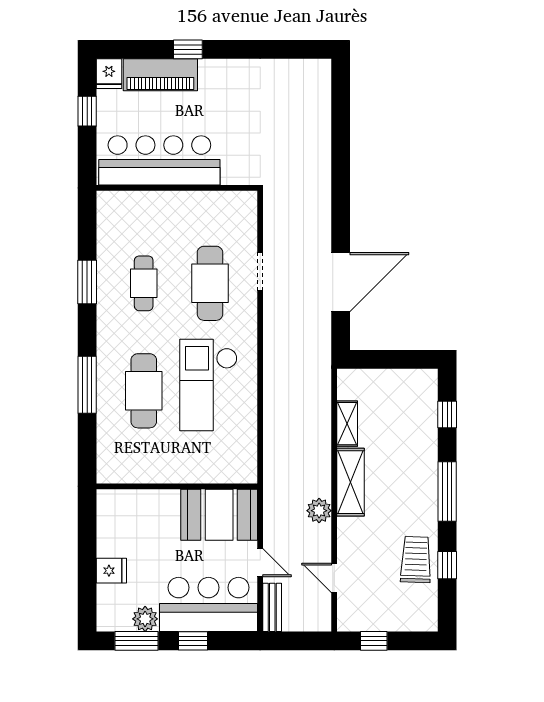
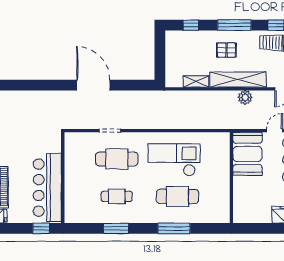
window: (87, 111) -> (41, 228), moved
door: (341, 282) -> (93, 85), moved
checkout: (208, 385) -> (174, 160), turned 180
pallet: (403, 478) -> (226, 50), added
shelving: (351, 482) -> (238, 80), width x1.47

